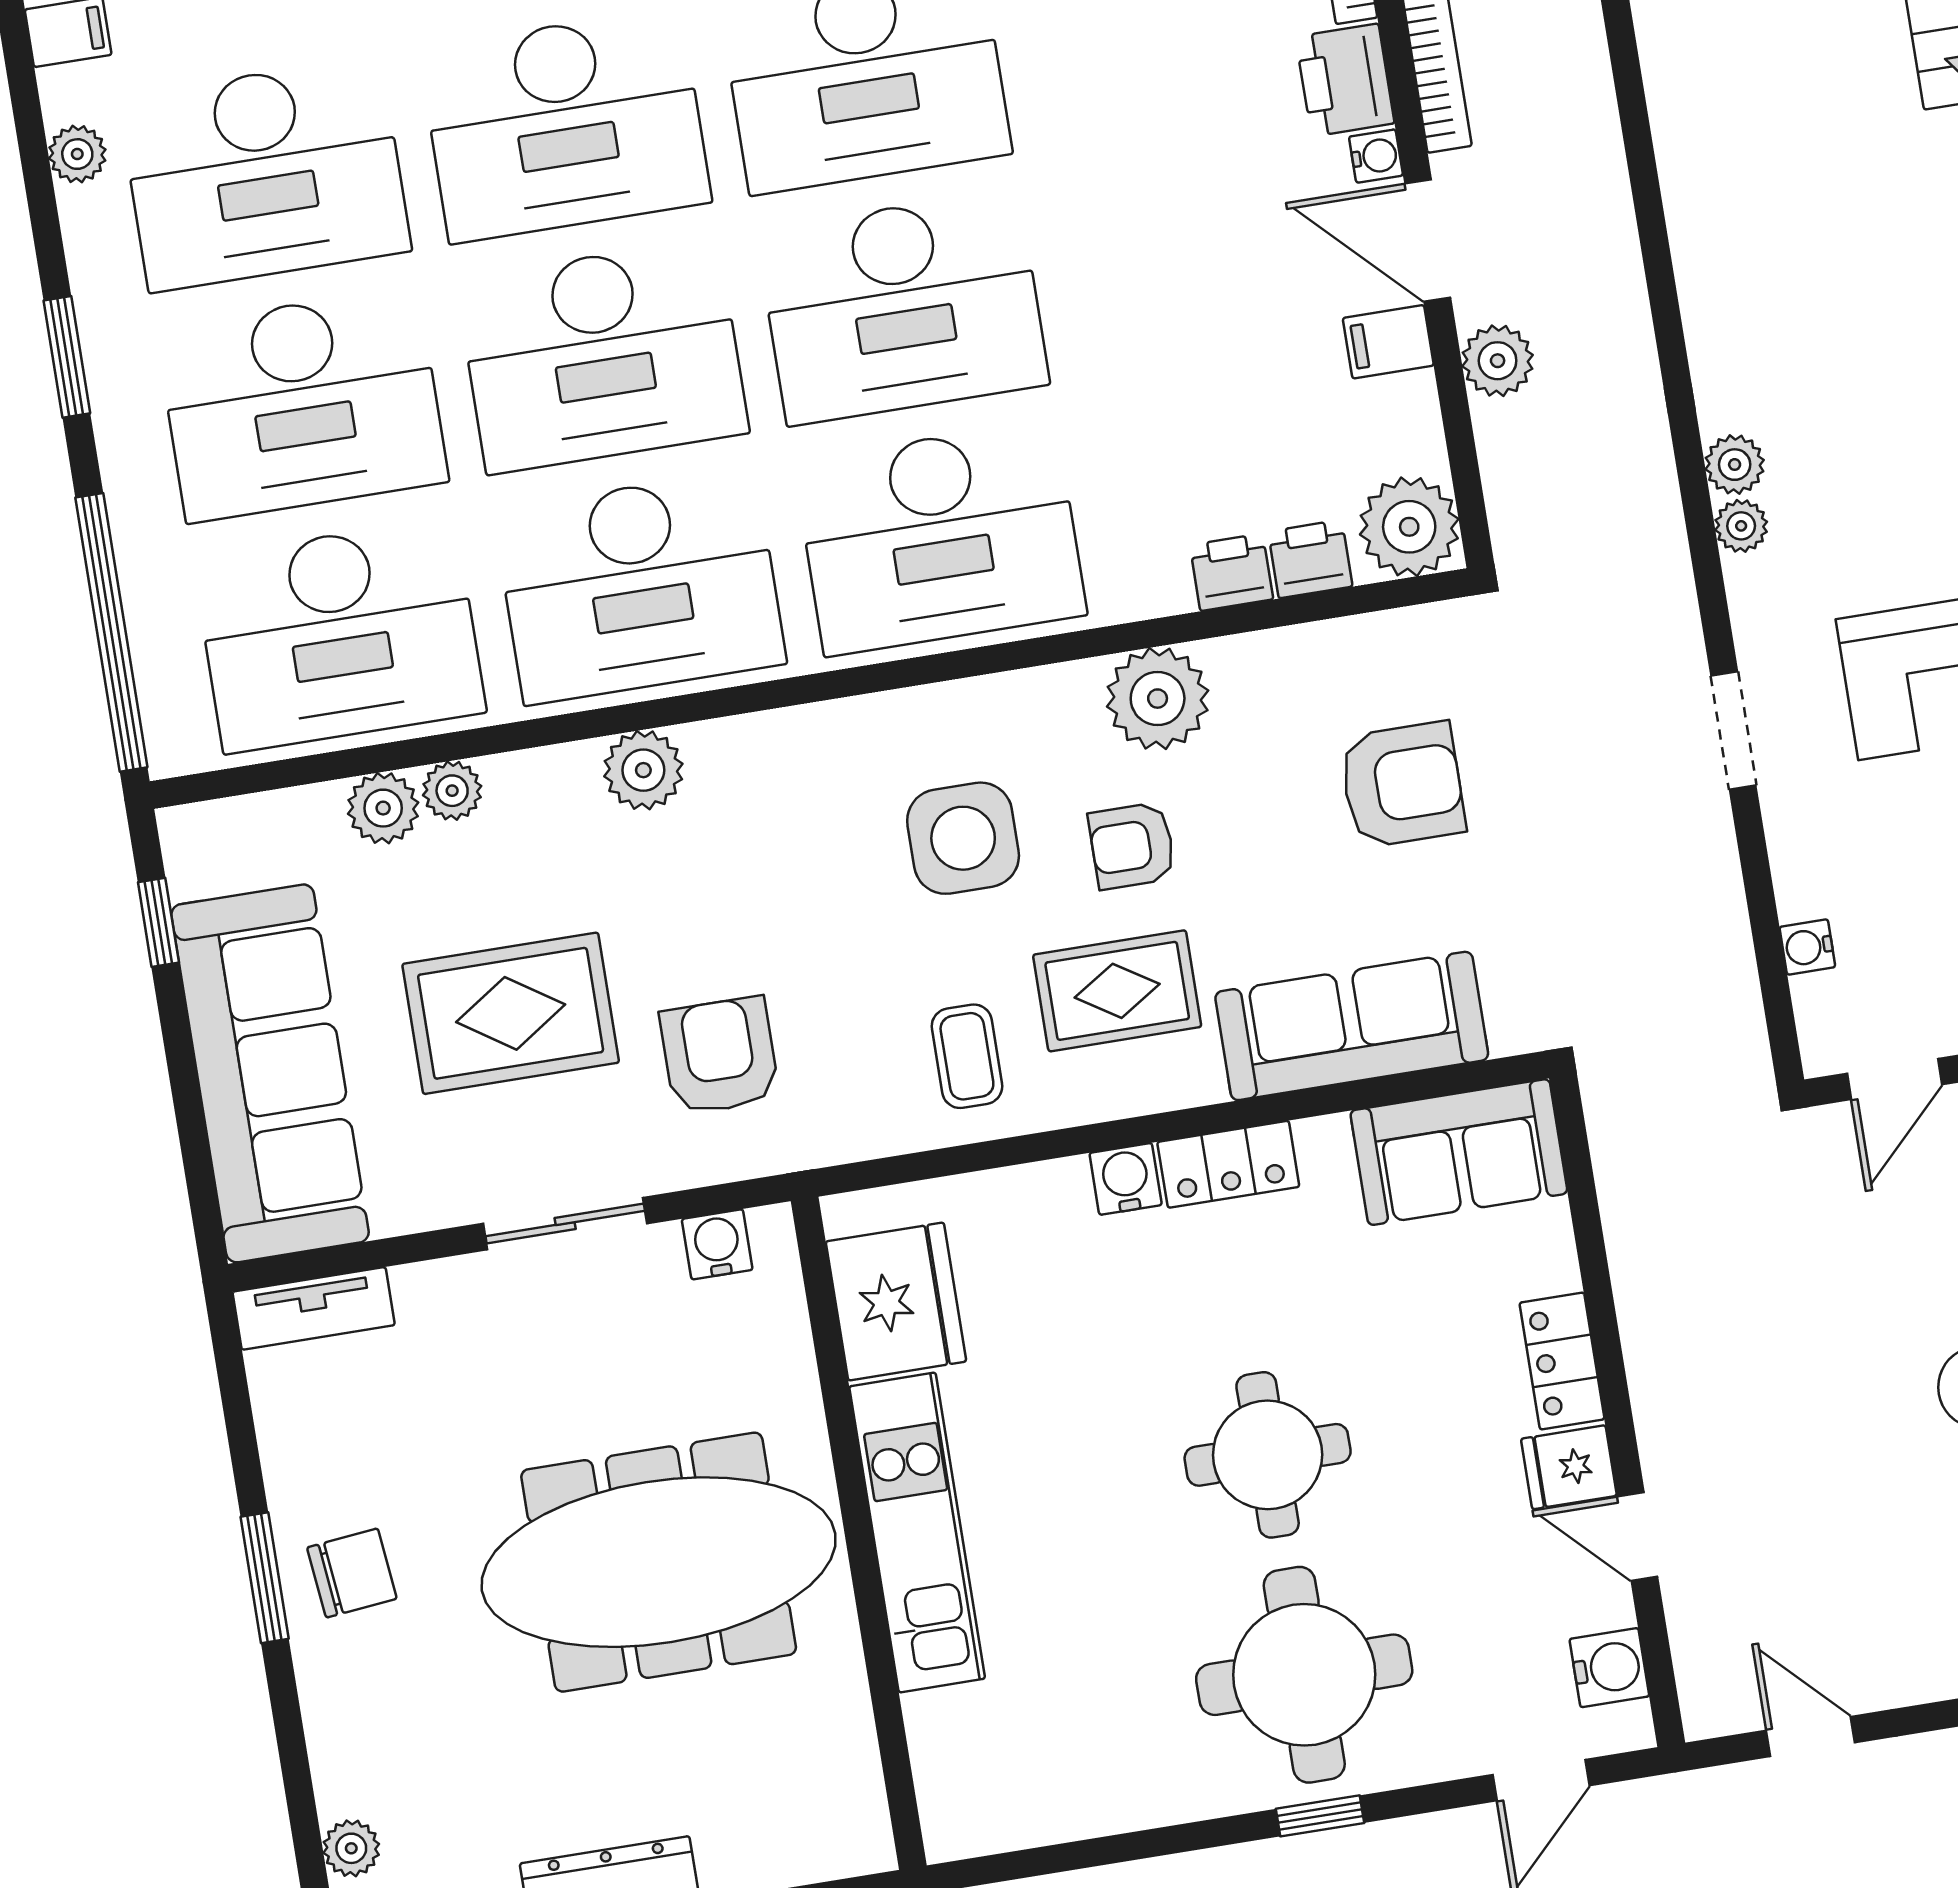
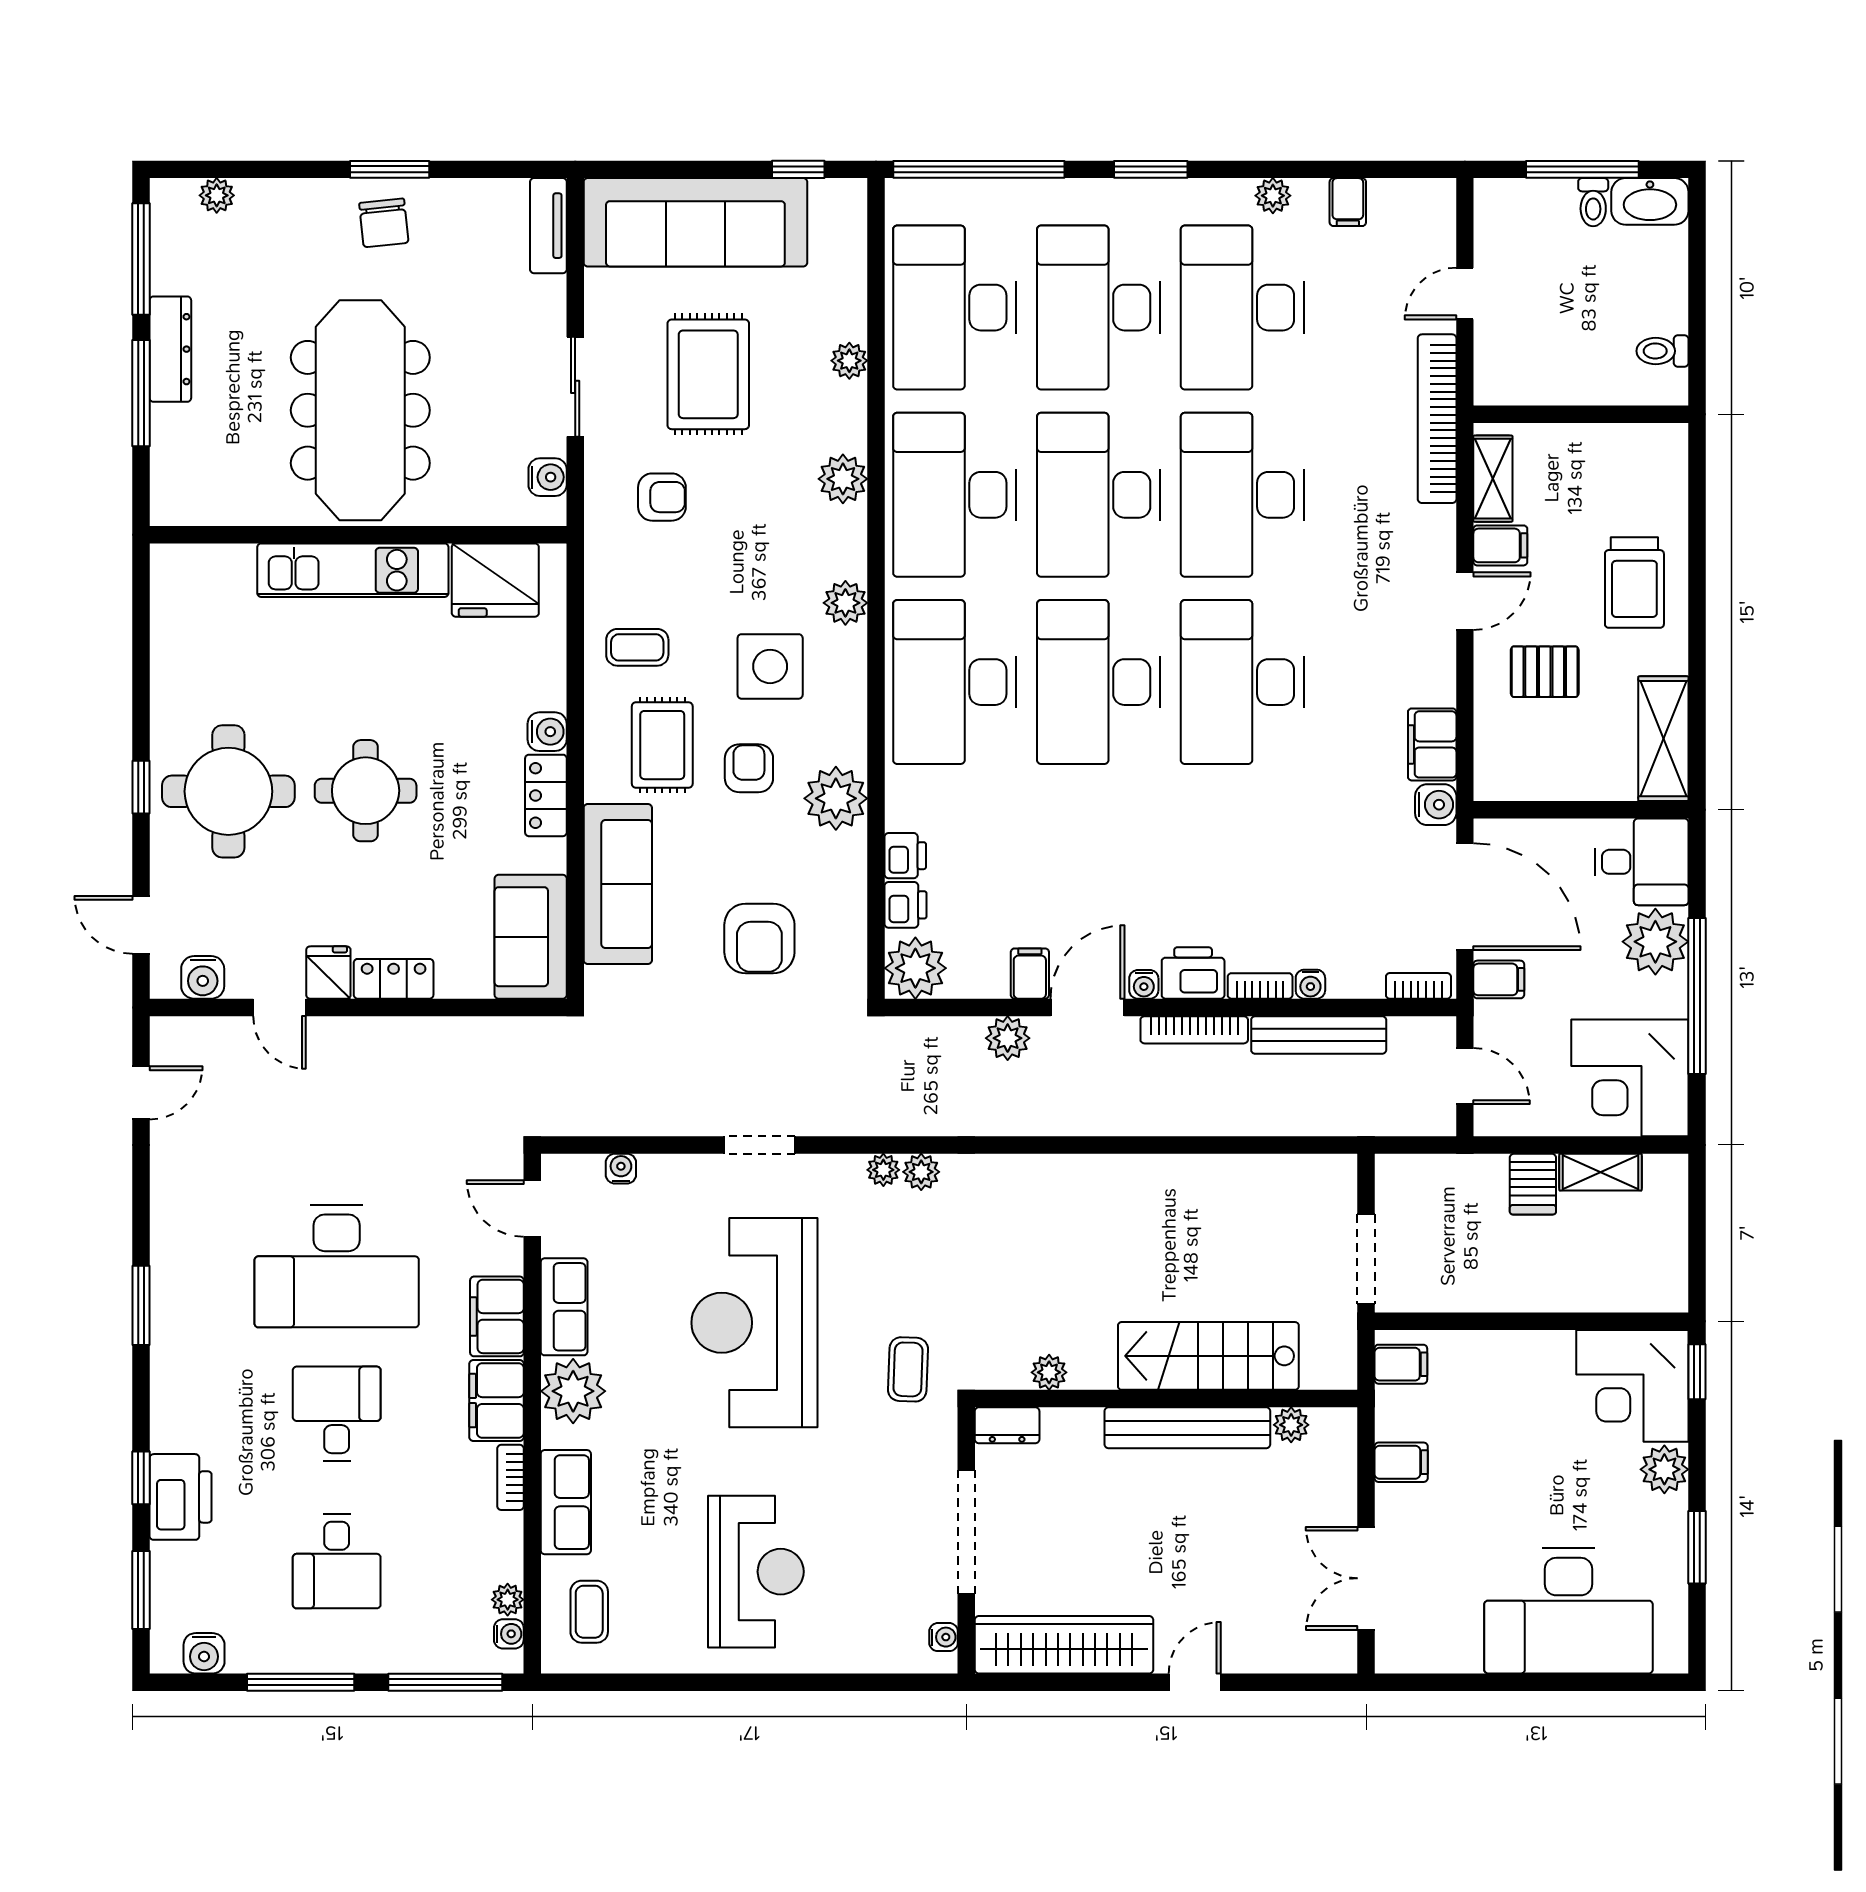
plant: (383, 808) -> (845, 603), moved
armchair: (720, 1056) -> (662, 497), width x0.72, depth x0.72
door: (1638, 1537) -> (279, 1007), swing flipped

